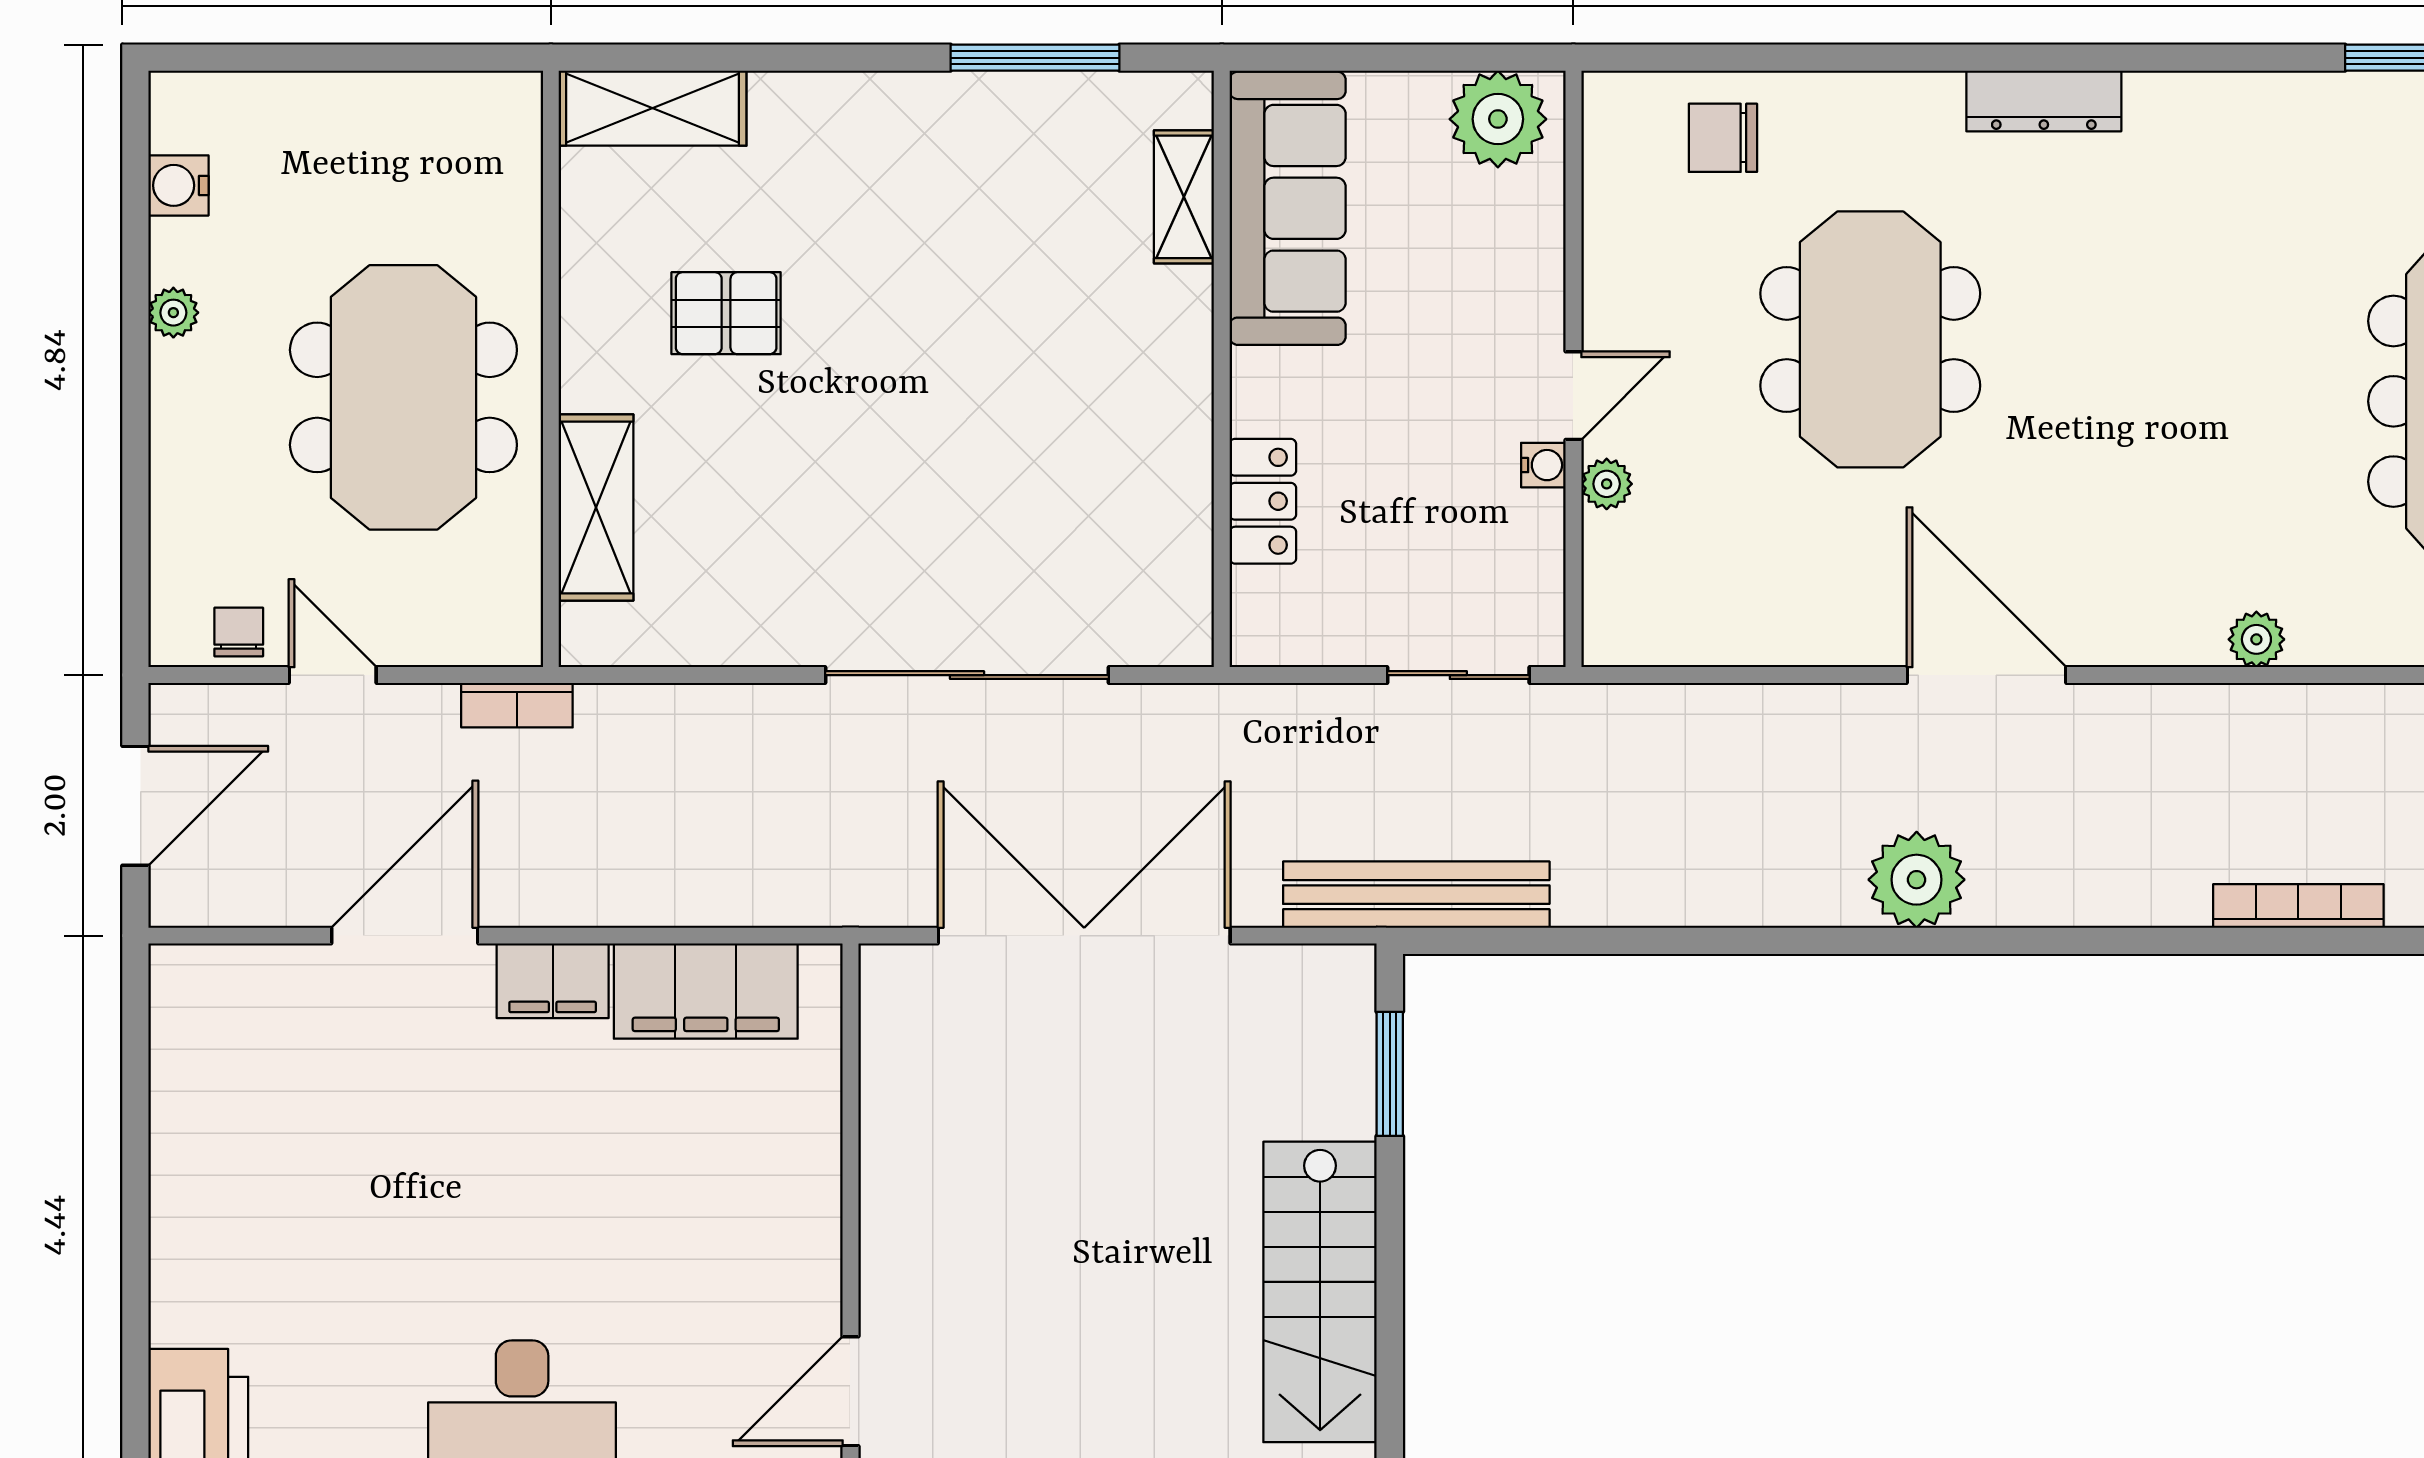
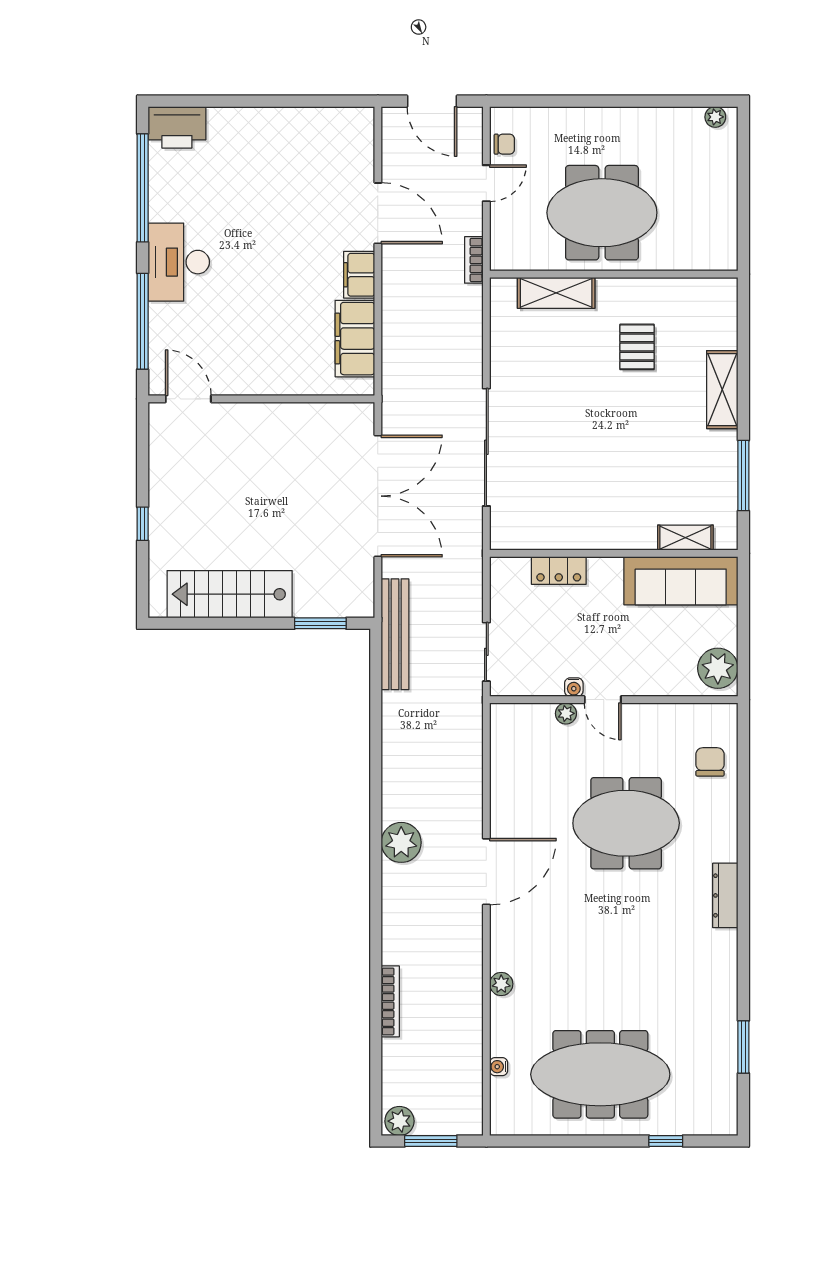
shelving: (653, 108) -> (722, 390), moved
water cooler: (178, 185) -> (690, 119), removed
plant: (173, 313) -> (715, 117), moved

